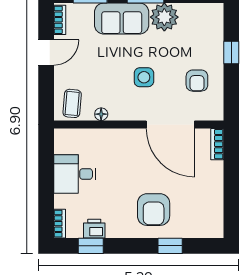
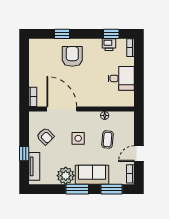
tv unit: (215, 32) -> (34, 166), added
armchair: (197, 81) -> (45, 136), turned 135
coffee table: (72, 103) -> (108, 139), moved

